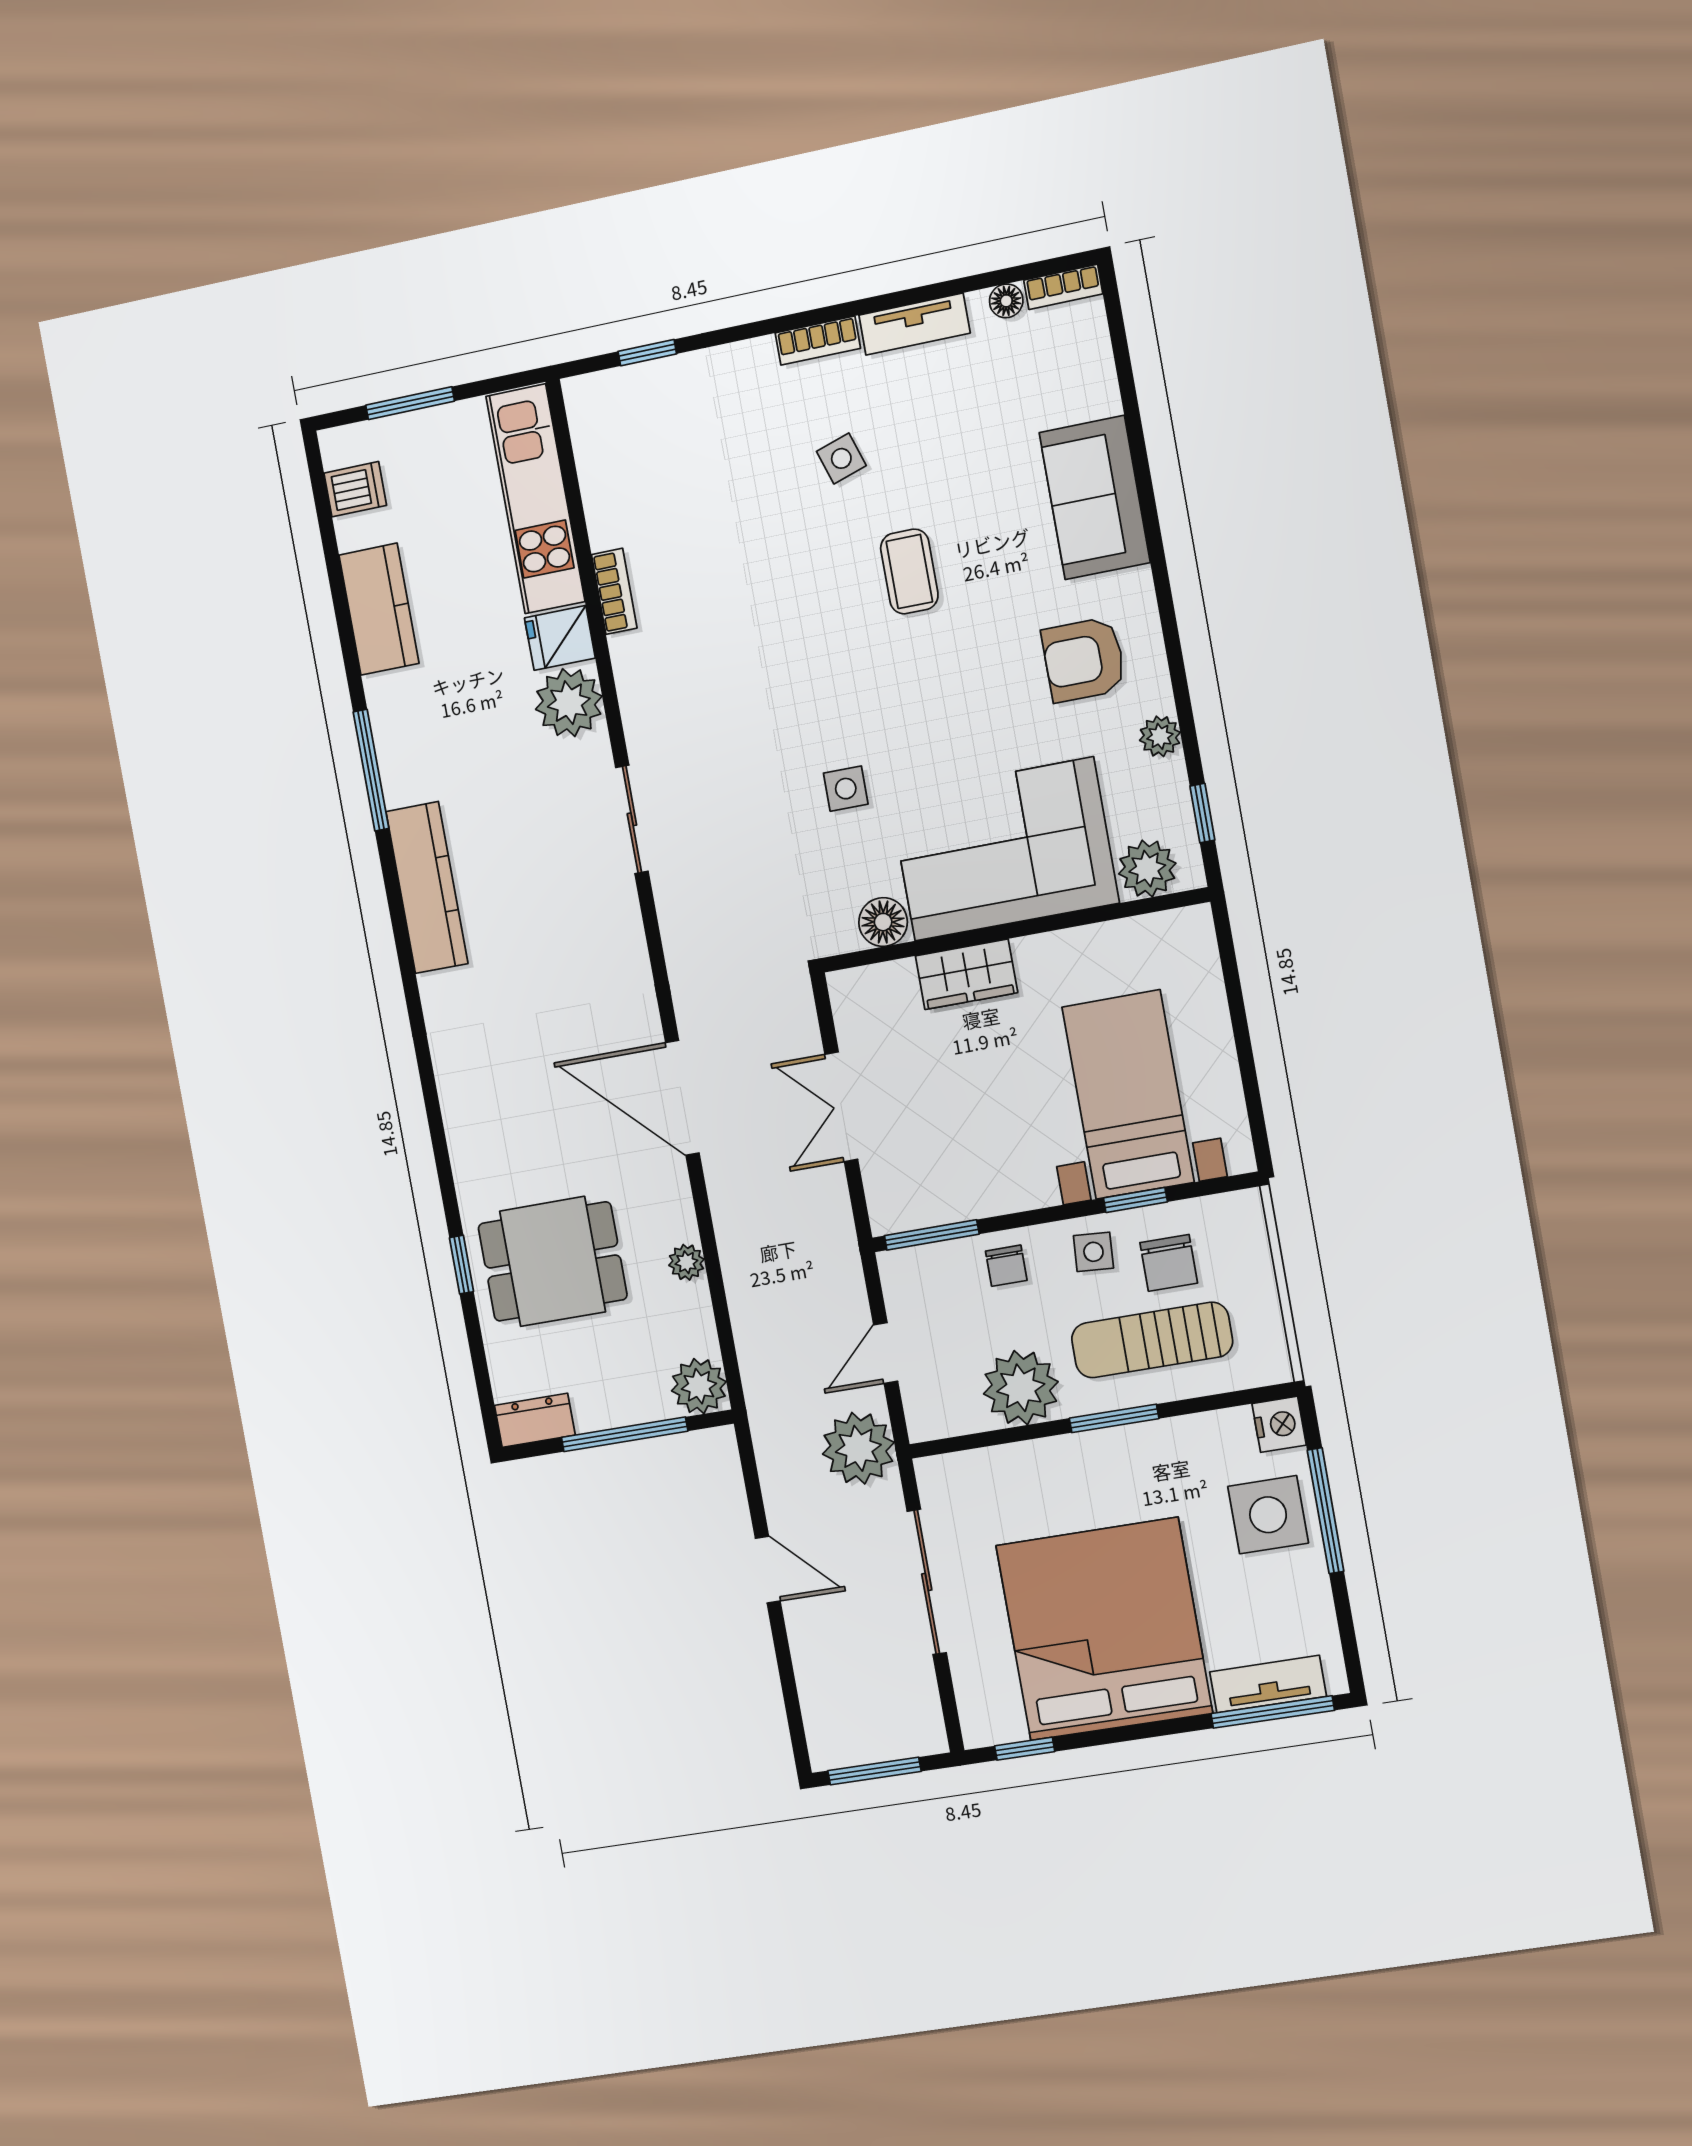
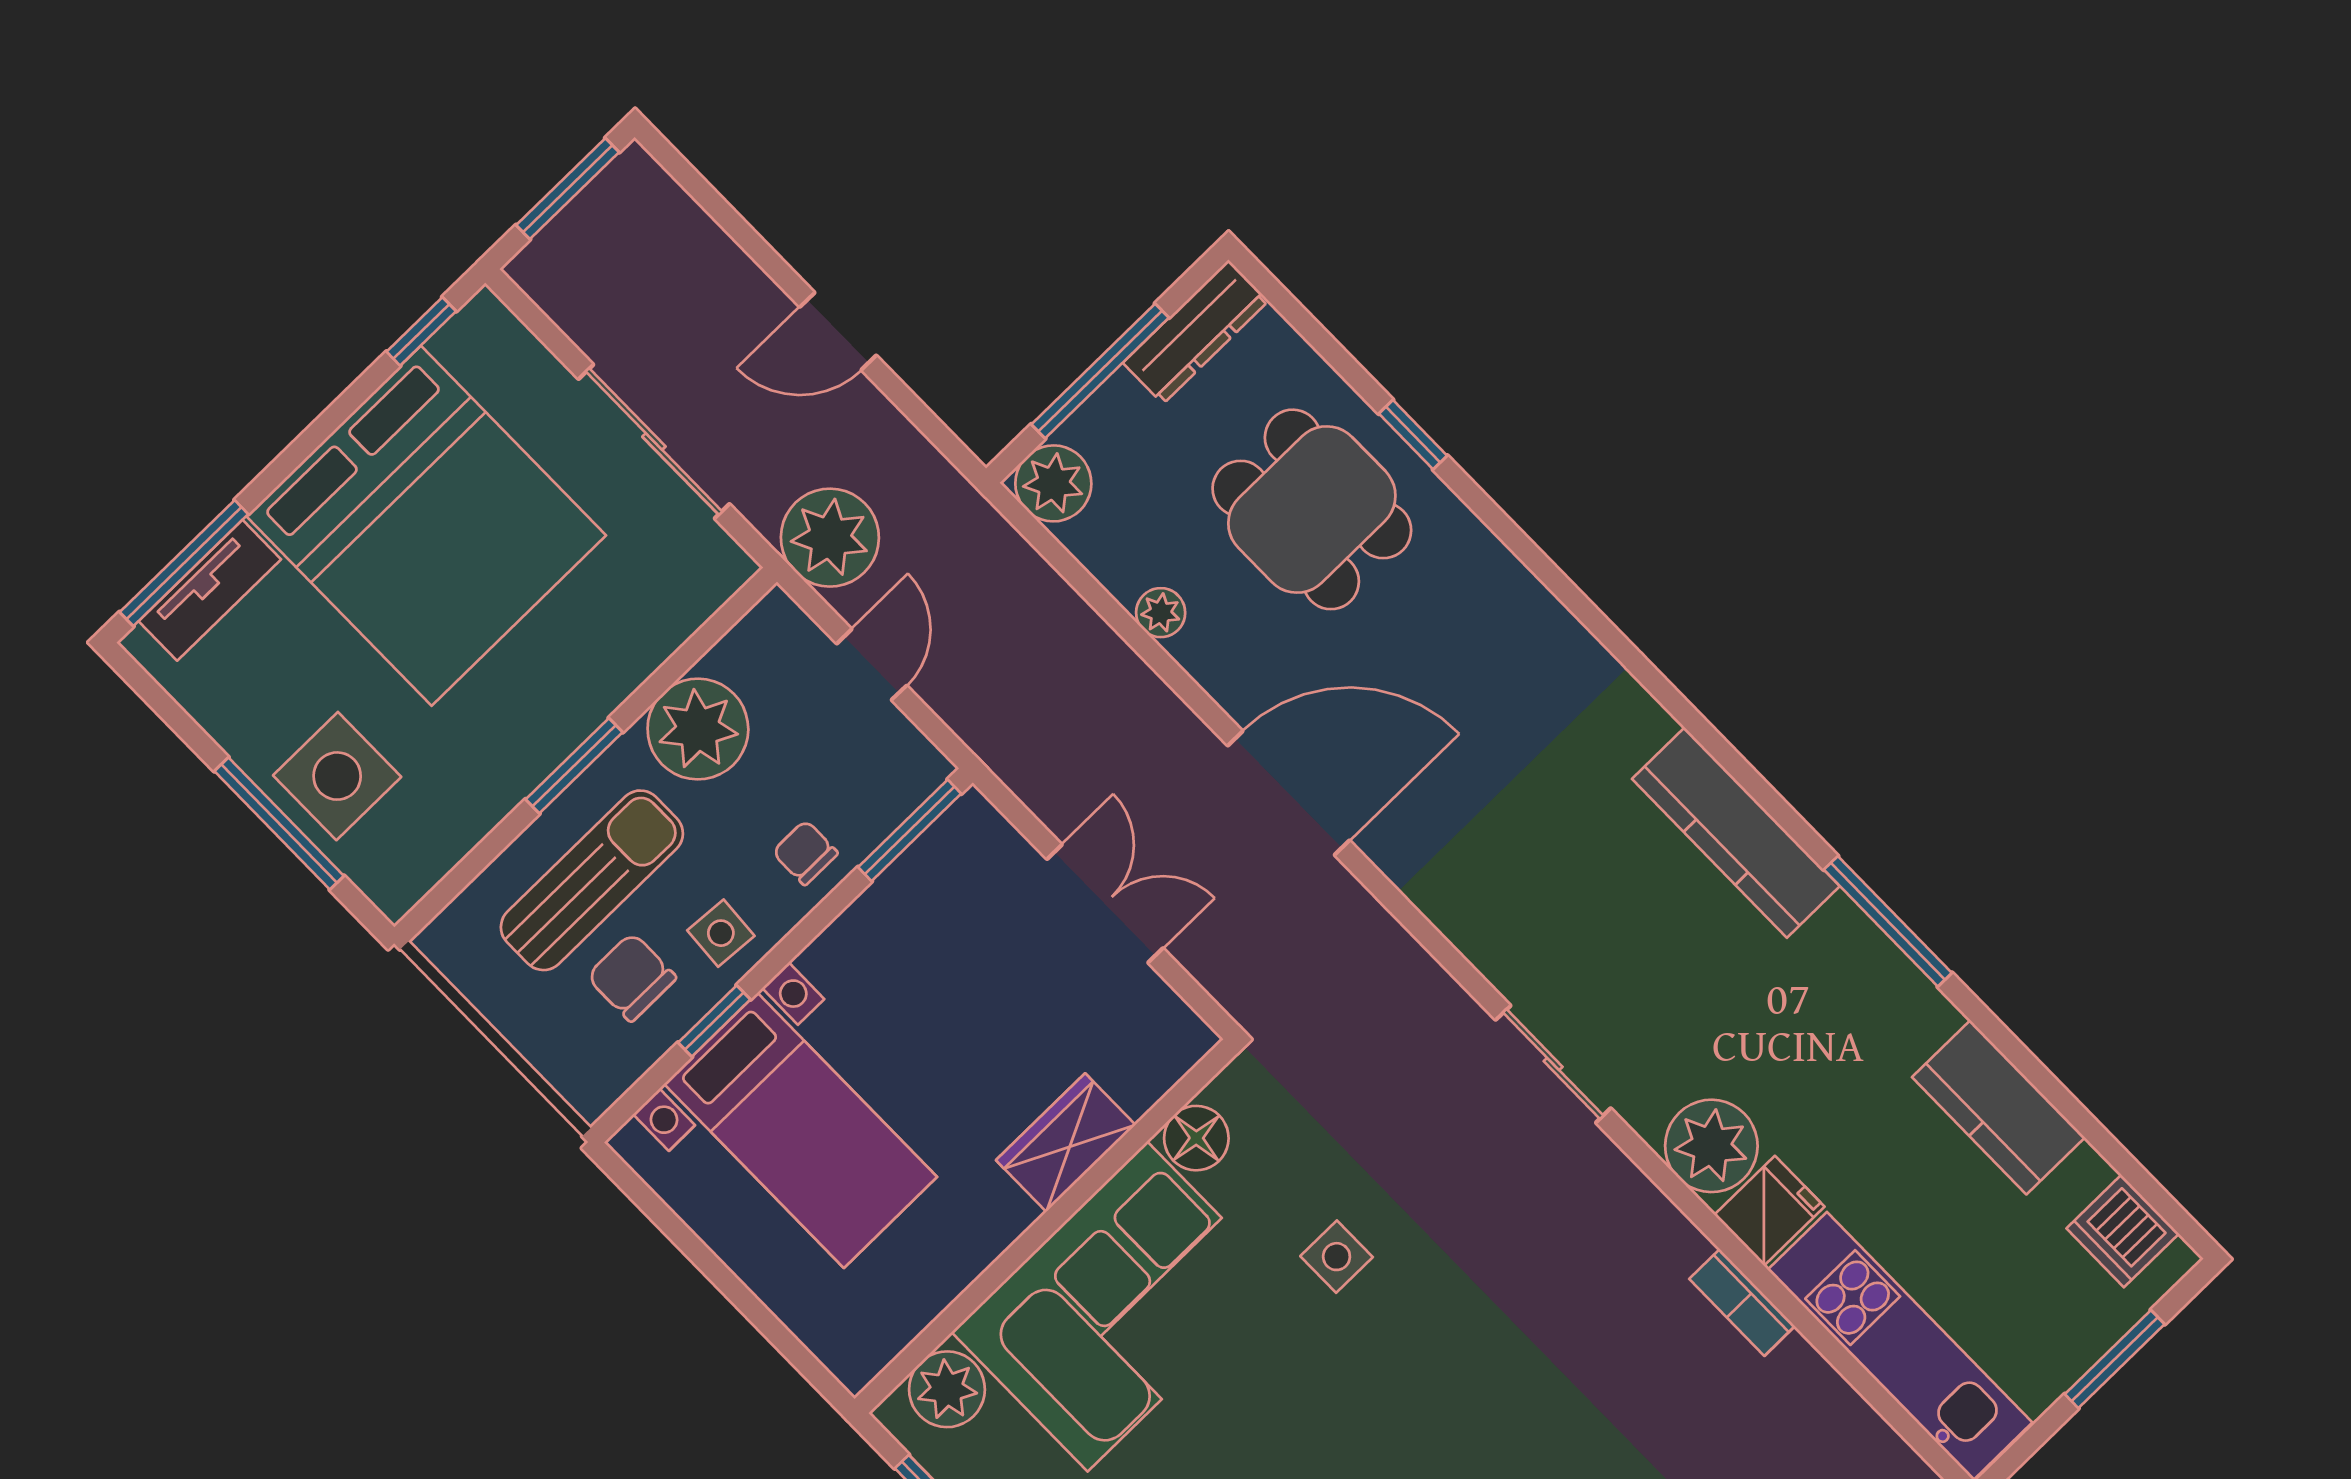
dishwasher: (355, 489) -> (2123, 1231), width x1.38
dining table: (553, 1262) -> (1312, 509), turned 90
dresser: (535, 1420) -> (1196, 332), width x1.44
nightstand: (1279, 1424) -> (393, 883), removed

